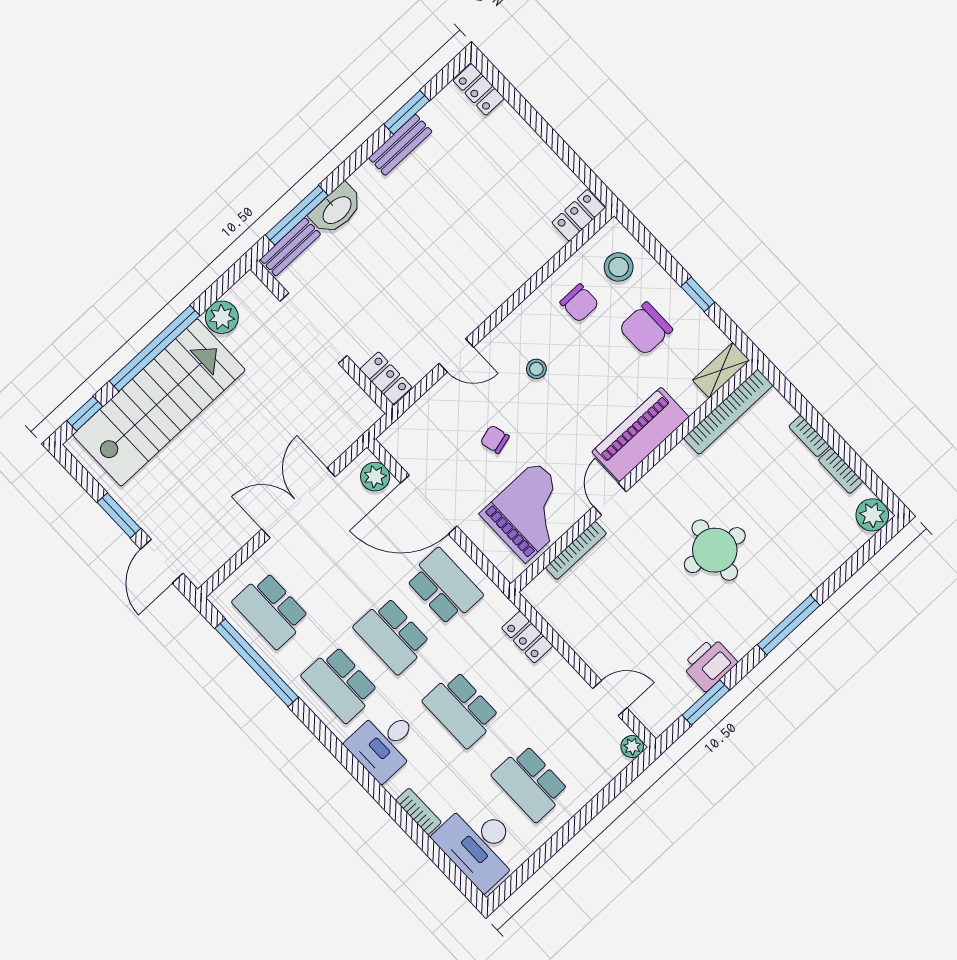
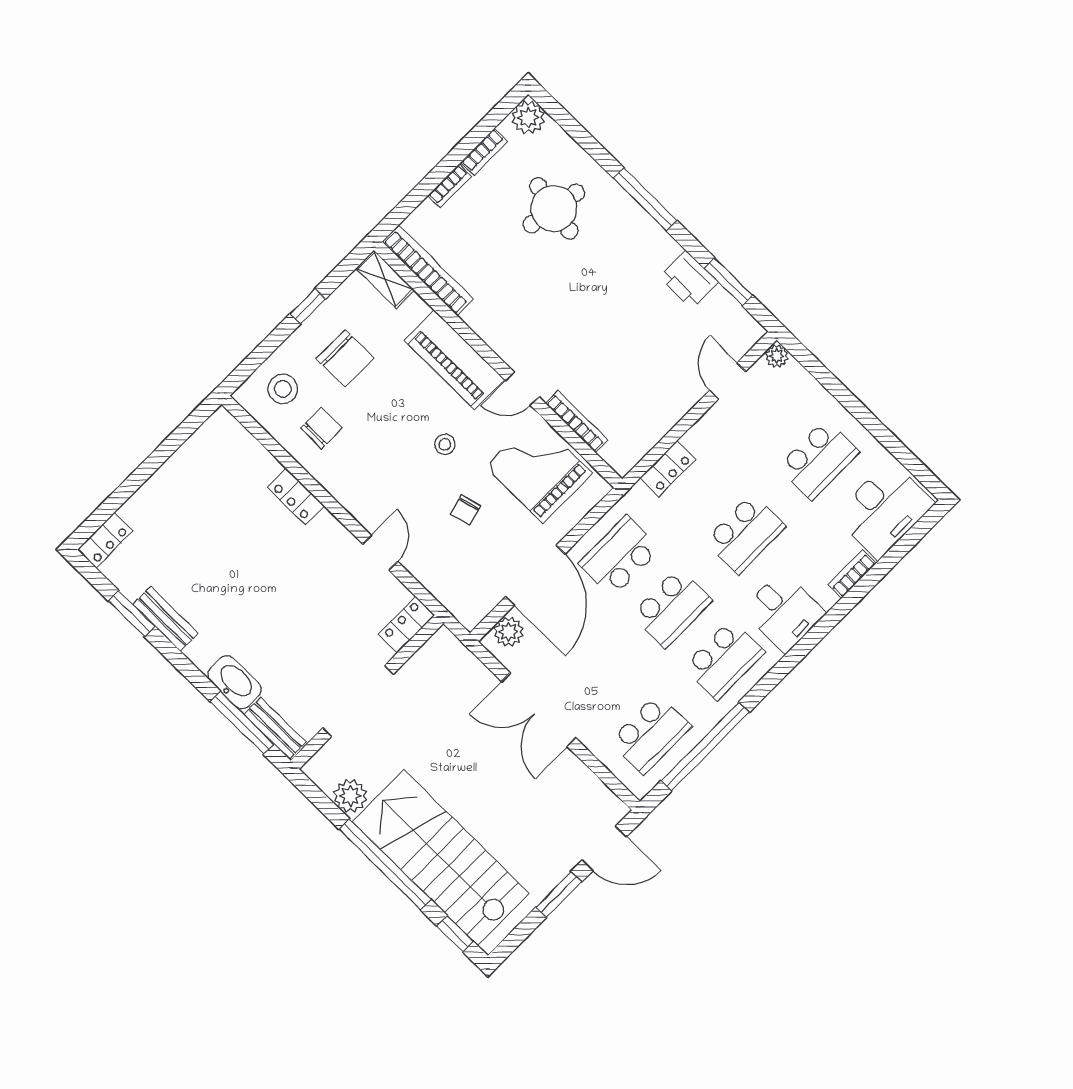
locker: (578, 215) -> (296, 497), moved
stool: (536, 369) -> (445, 444), moved
round table: (715, 550) -> (554, 208), moved

